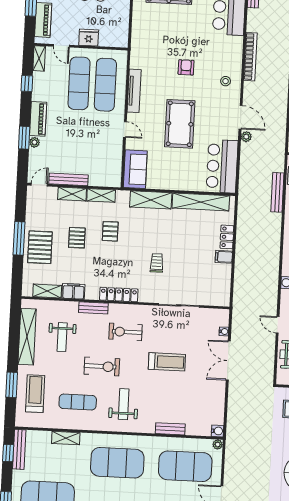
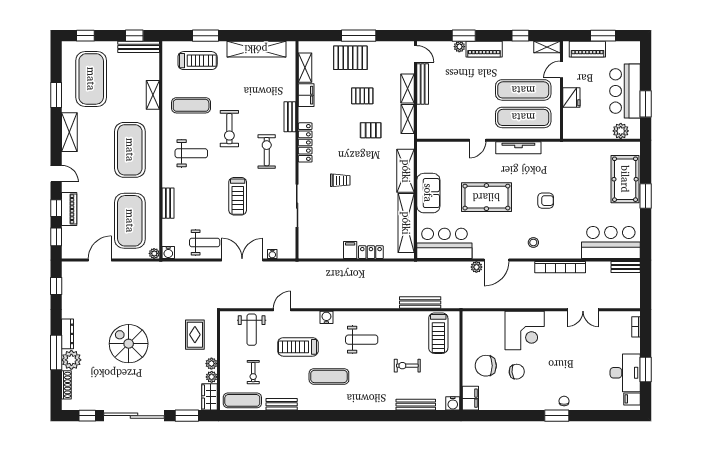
sofa: (135, 169) -> (428, 193), moved, turned -90
weight bench: (62, 337) -> (205, 243), moved, turned 180
exercise mat: (78, 402) -> (191, 105), turned 90

